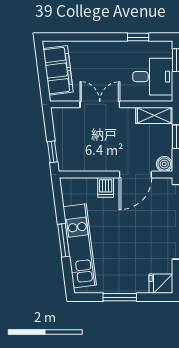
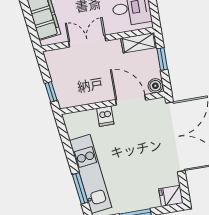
door: (135, 174) -> (131, 100), swing flipped
window: (64, 240) -> (80, 188), moved

